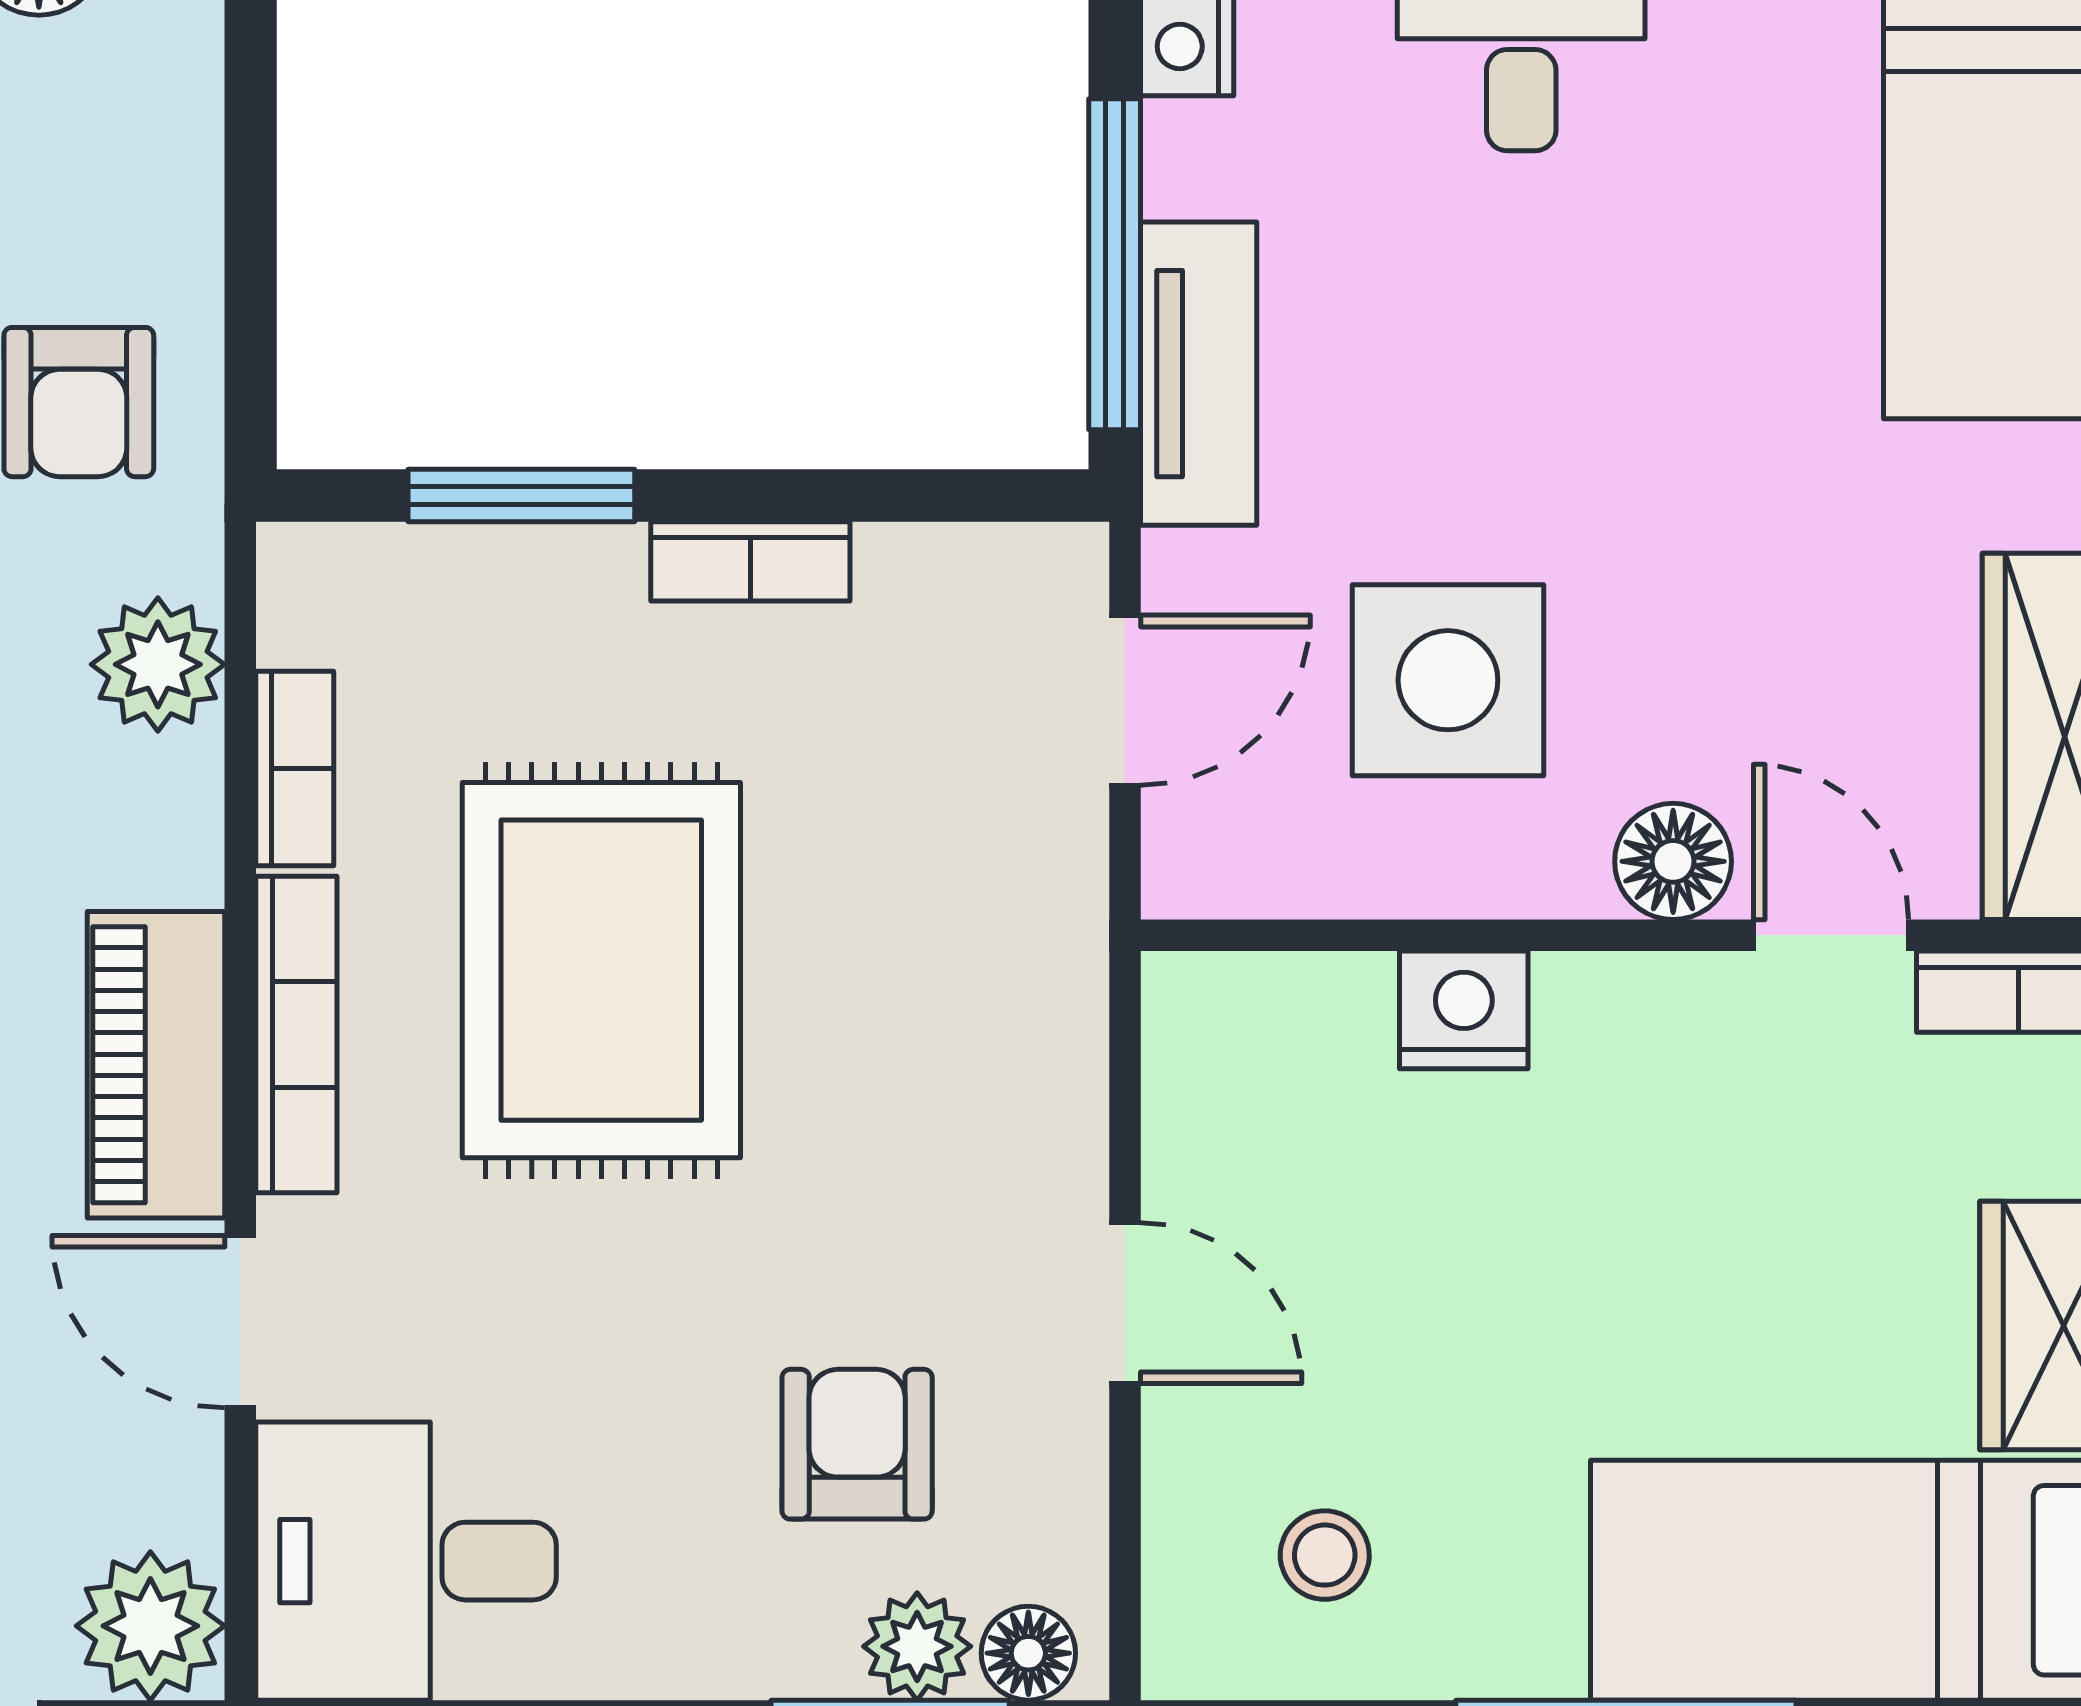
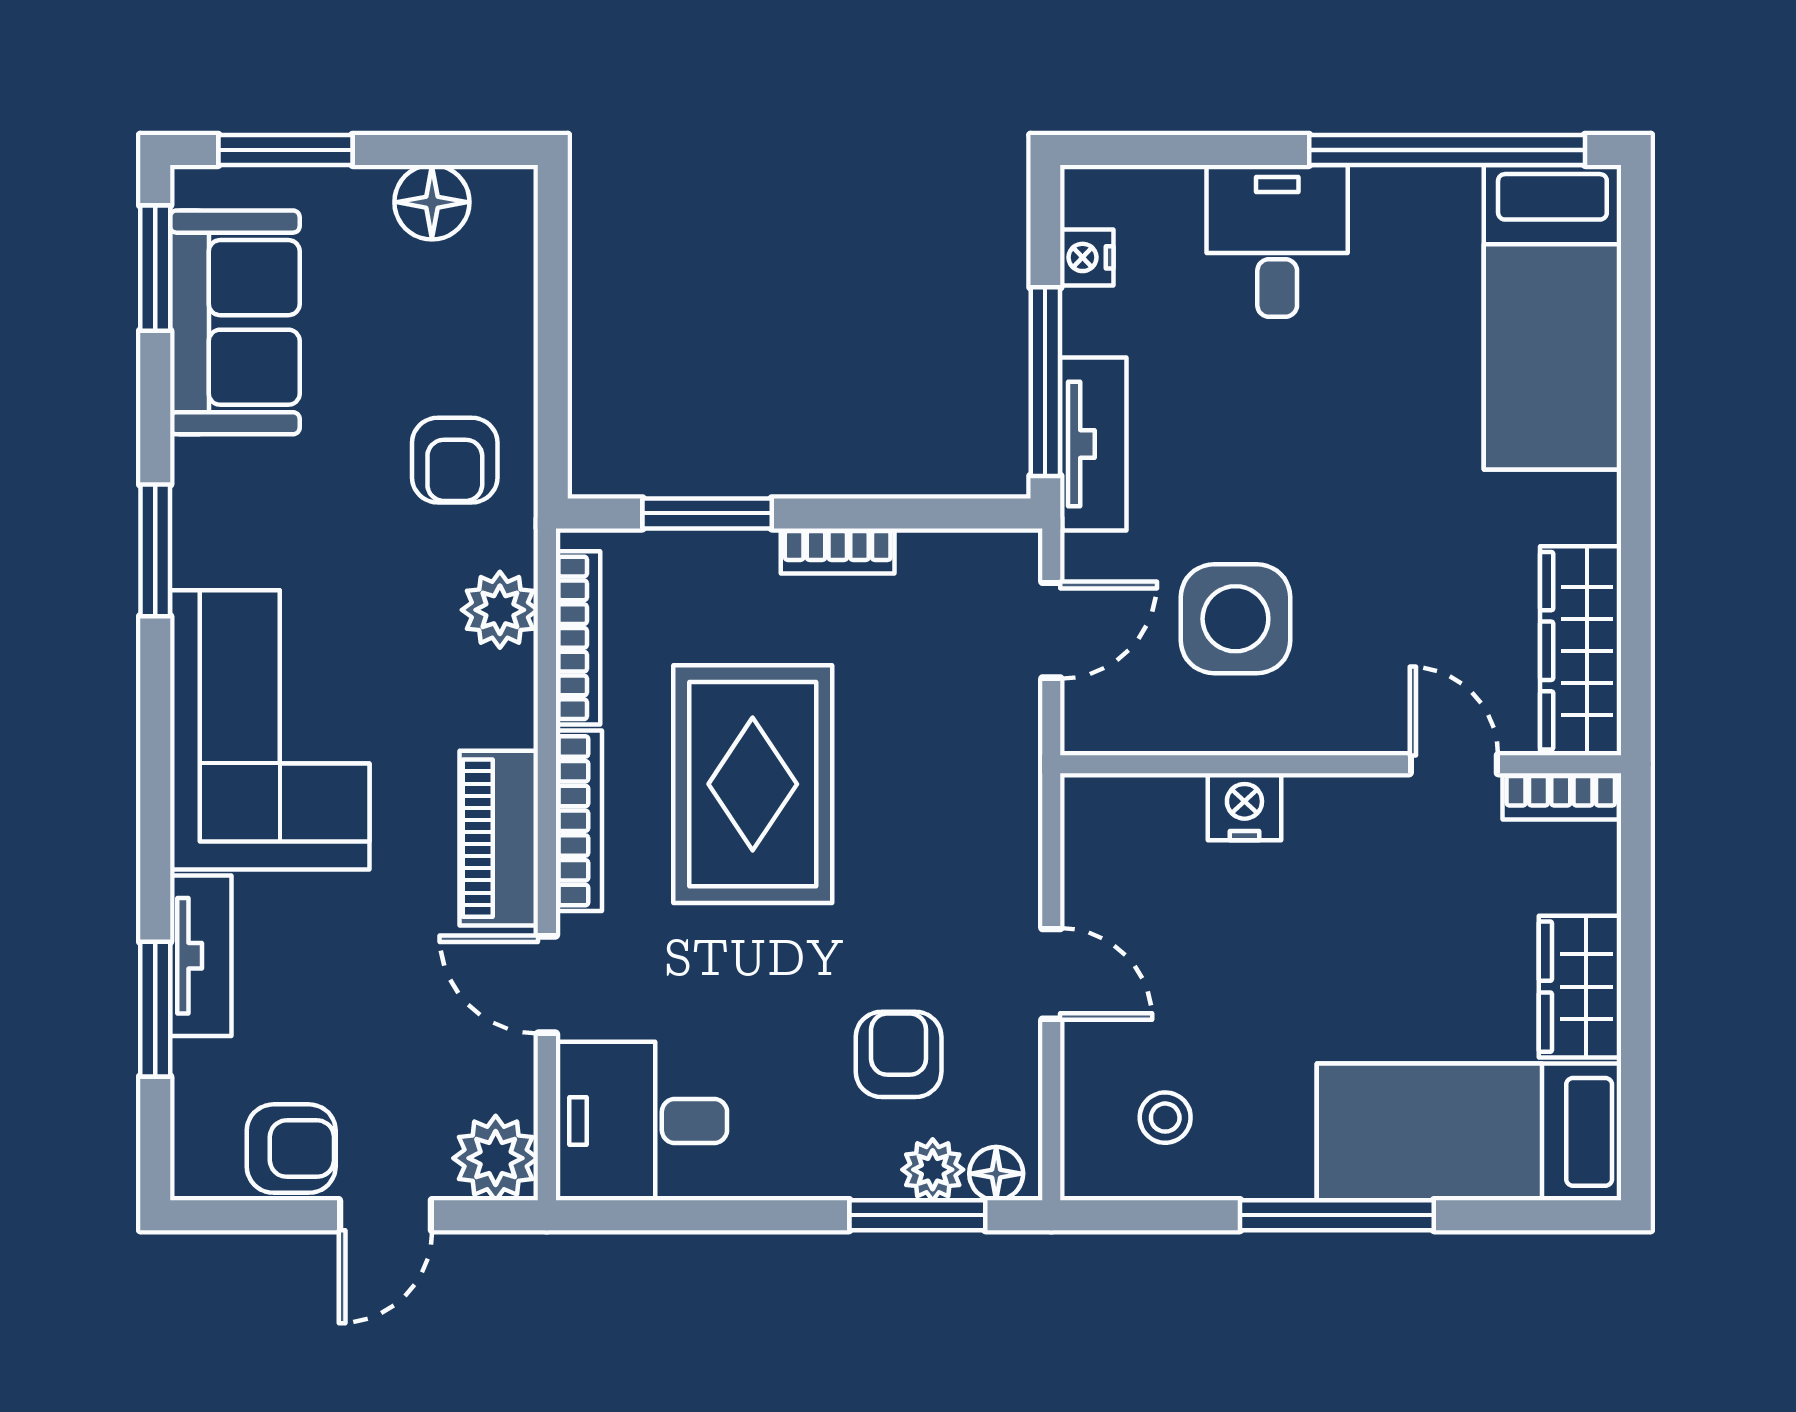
bookcase: (295, 768) -> (578, 638), width x1.56
floor lamp: (1673, 861) -> (1364, 722), removed

